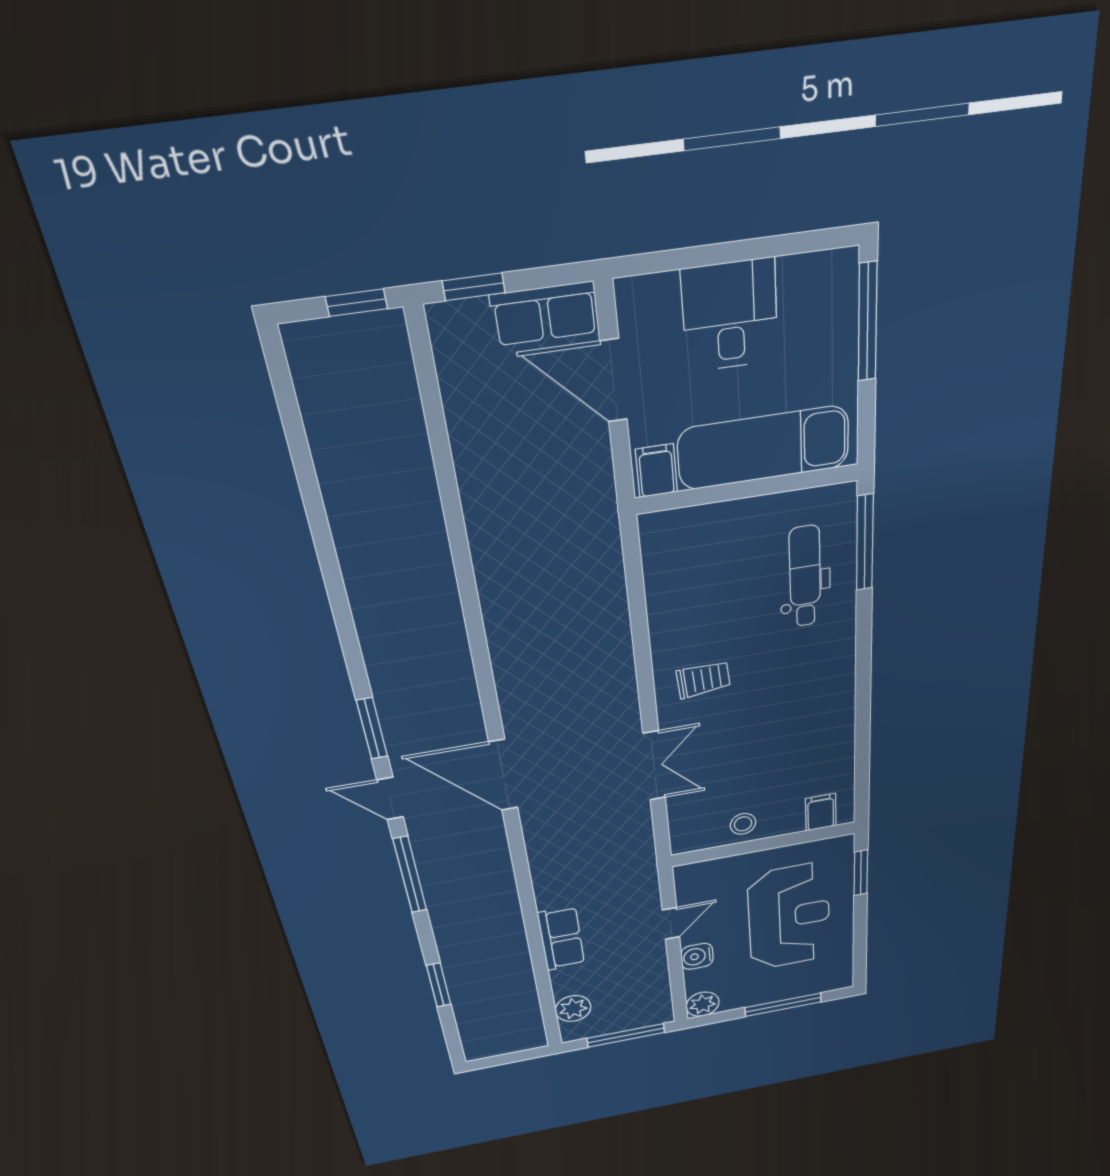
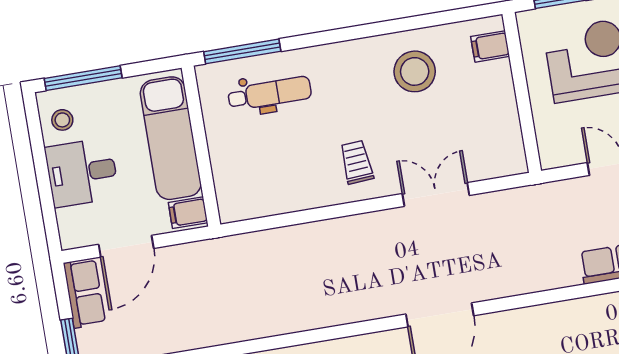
stool: (812, 287) -> (62, 120), added
dental chair: (805, 577) -> (270, 93), turned 180
stool: (743, 824) -> (415, 71), moved, width x1.89, depth x1.89

